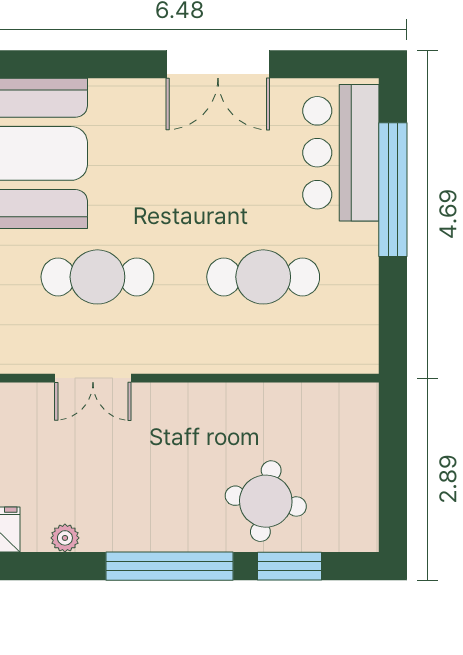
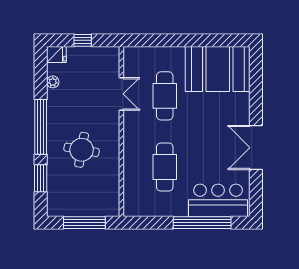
double door: (93, 378) -> (121, 94), swing flipped
window: (393, 464) -> (84, 223), added
round table: (266, 501) -> (82, 150), moved

